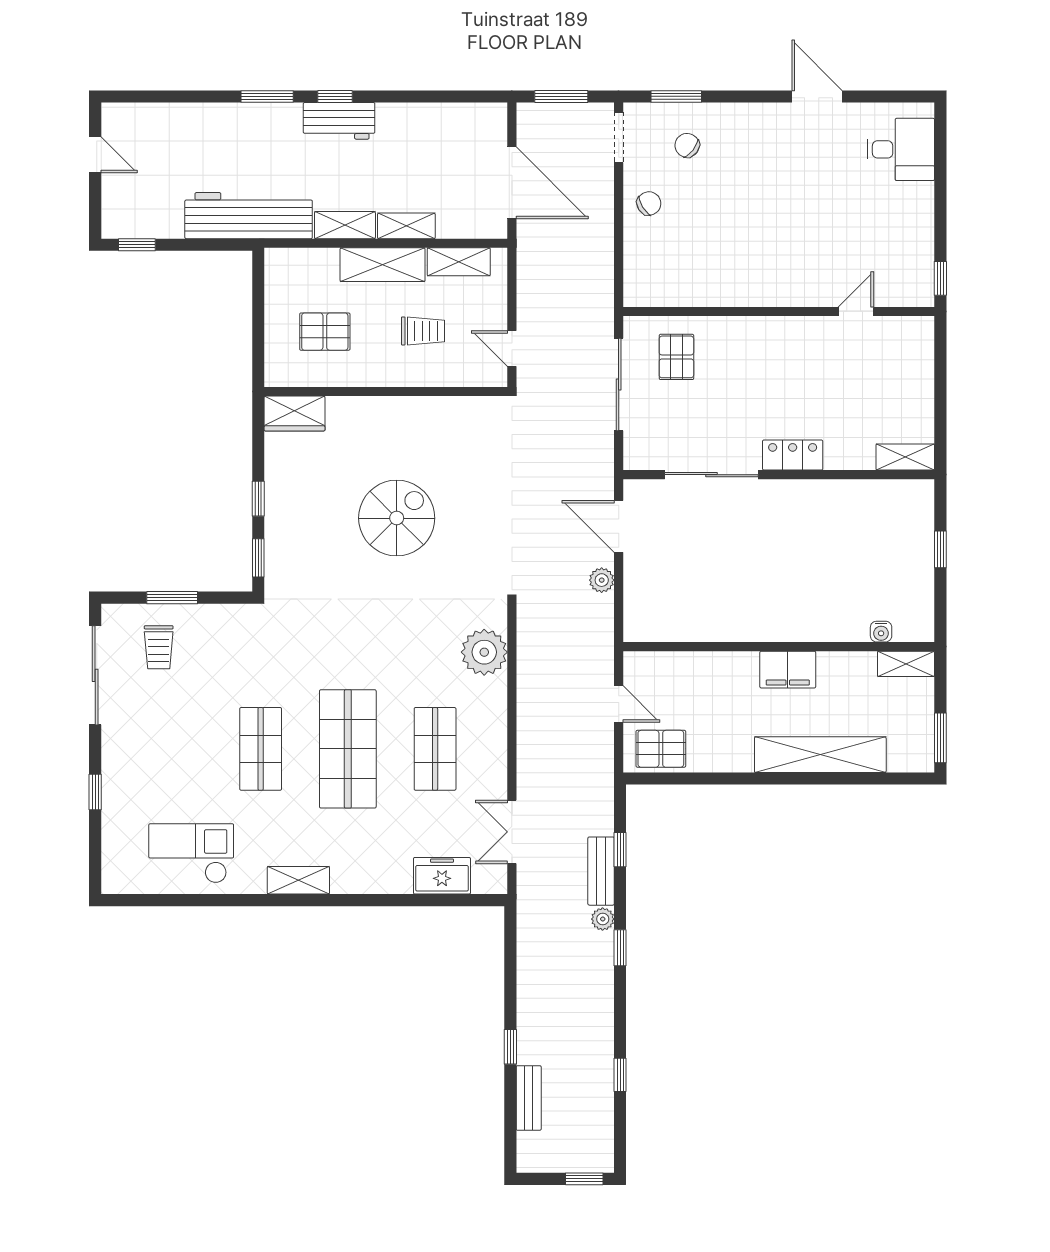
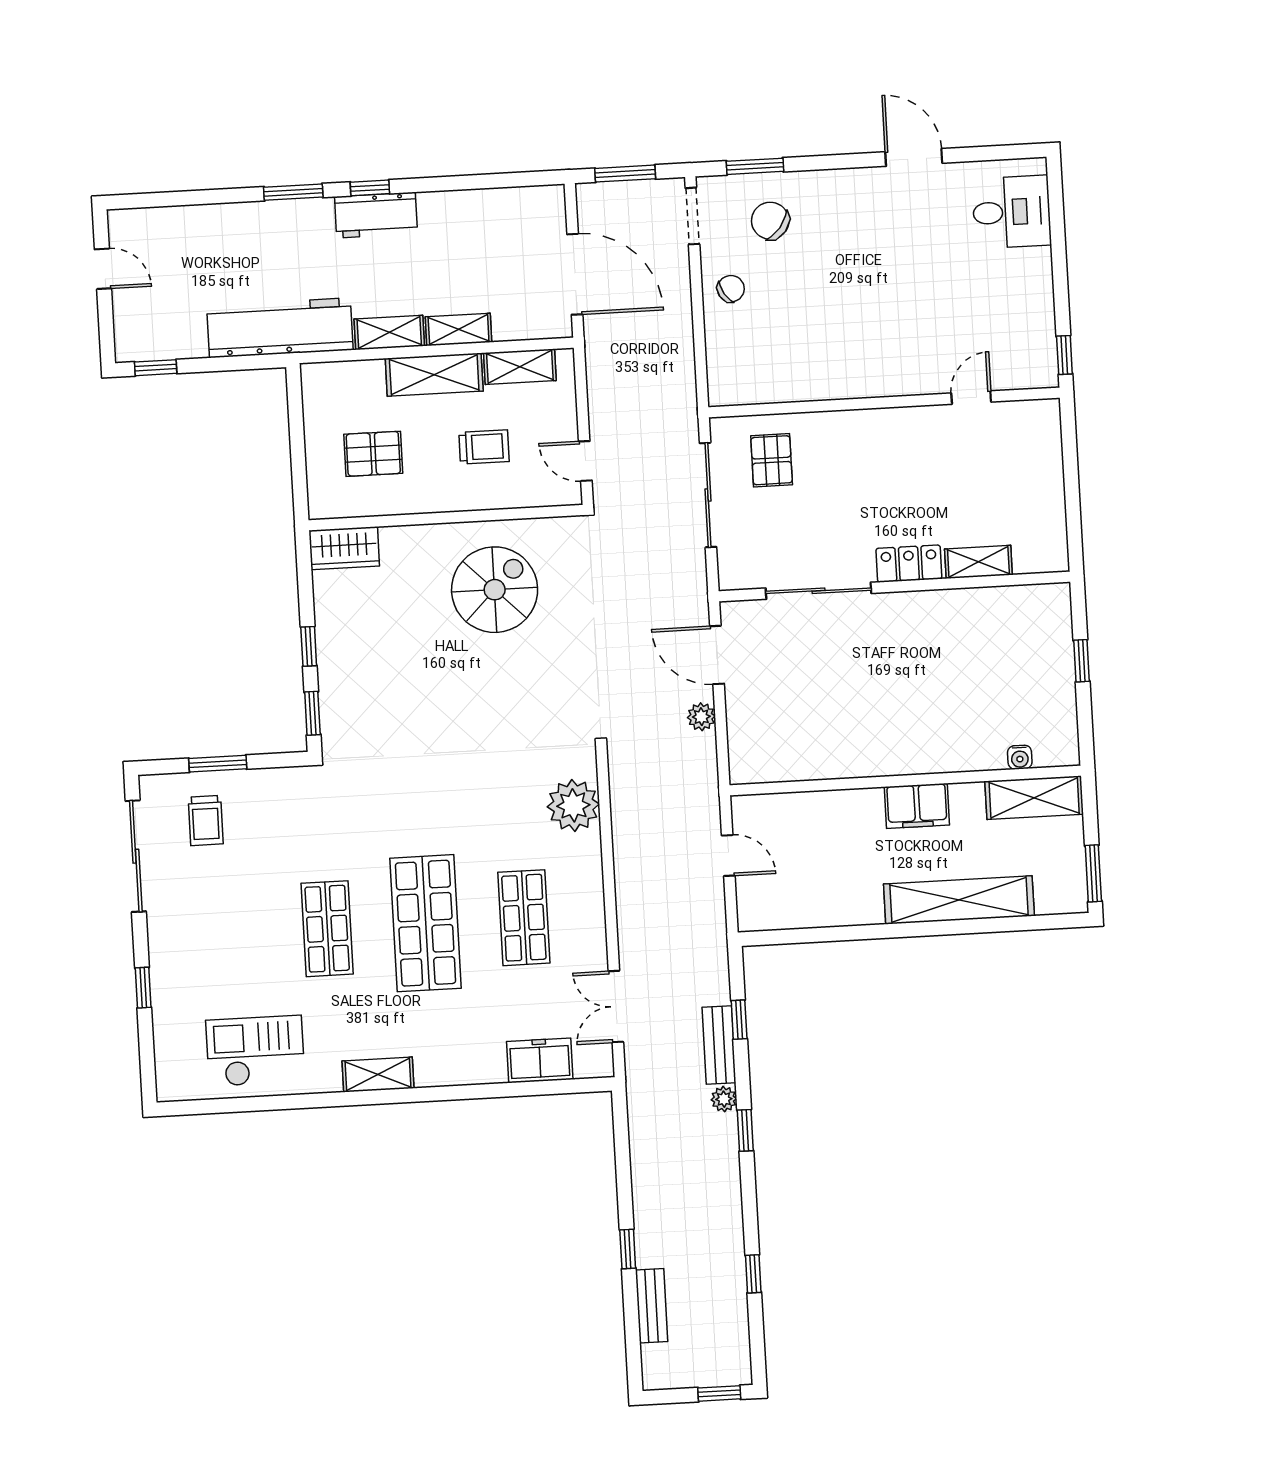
chair: (687, 145) -> (770, 221), width x1.37, depth x1.37
shelving: (905, 457) -> (978, 562), moved
spiral stairs: (397, 518) -> (495, 590), moved
shelving: (906, 664) -> (1034, 798), width x1.50, depth x1.33
pallet: (661, 749) -> (779, 903), removed

